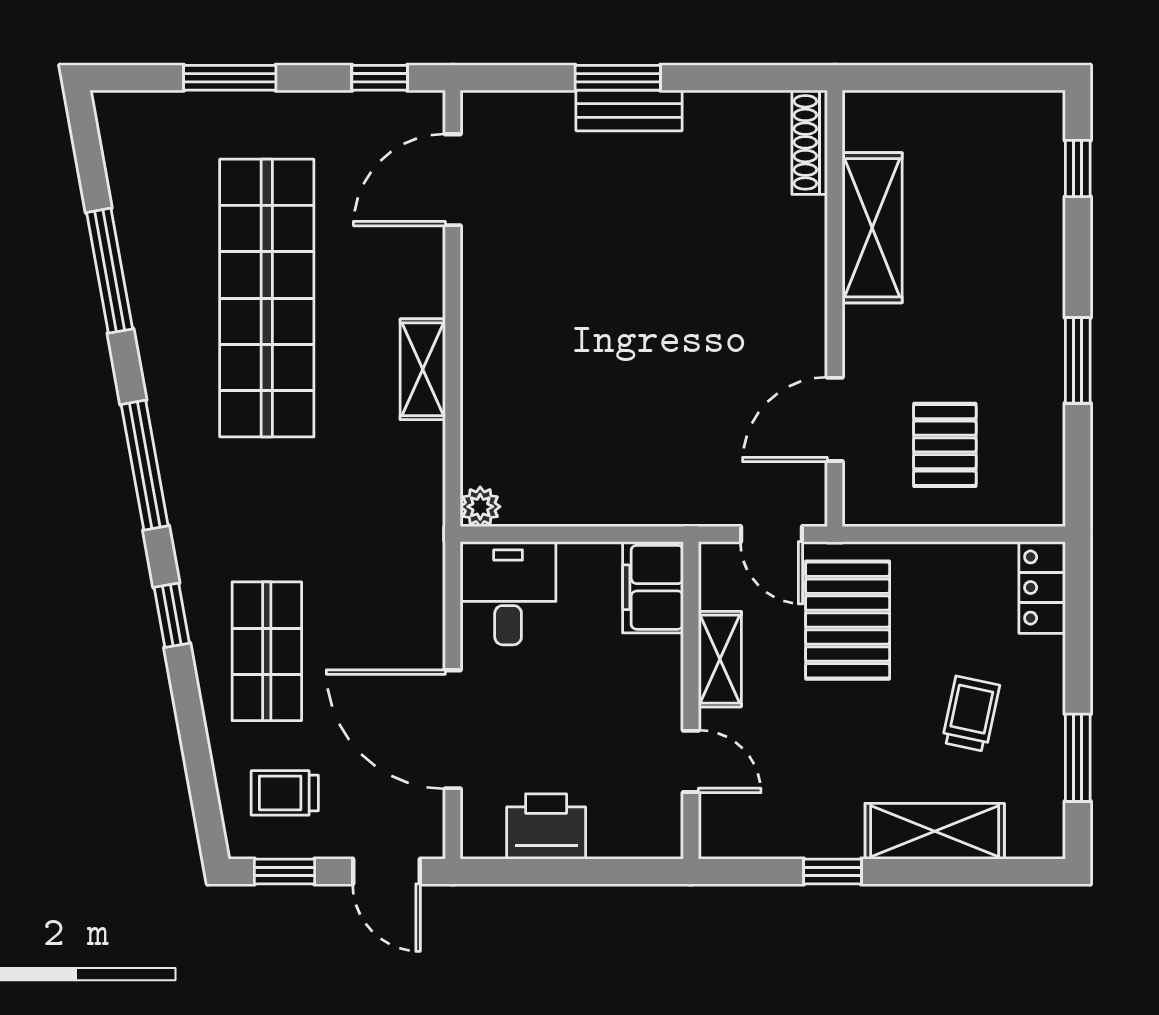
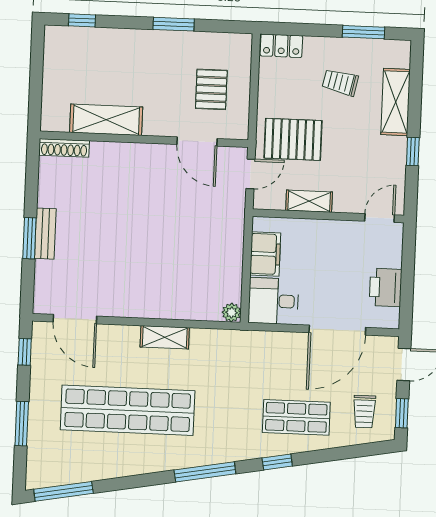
window: (110, 271) -> (63, 491), moved
pallet: (945, 445) -> (211, 89), turned 90
filing cabinet: (653, 587) -> (265, 254), moved, turned -90
door: (691, 761) -> (380, 218), moved

